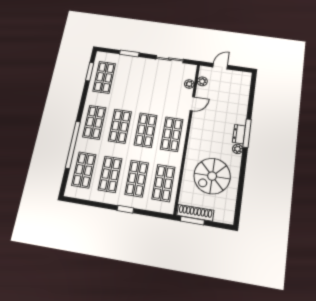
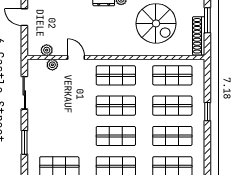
door: (220, 66) -> (24, 17), moved
window: (192, 221) -> (207, 20), moved

